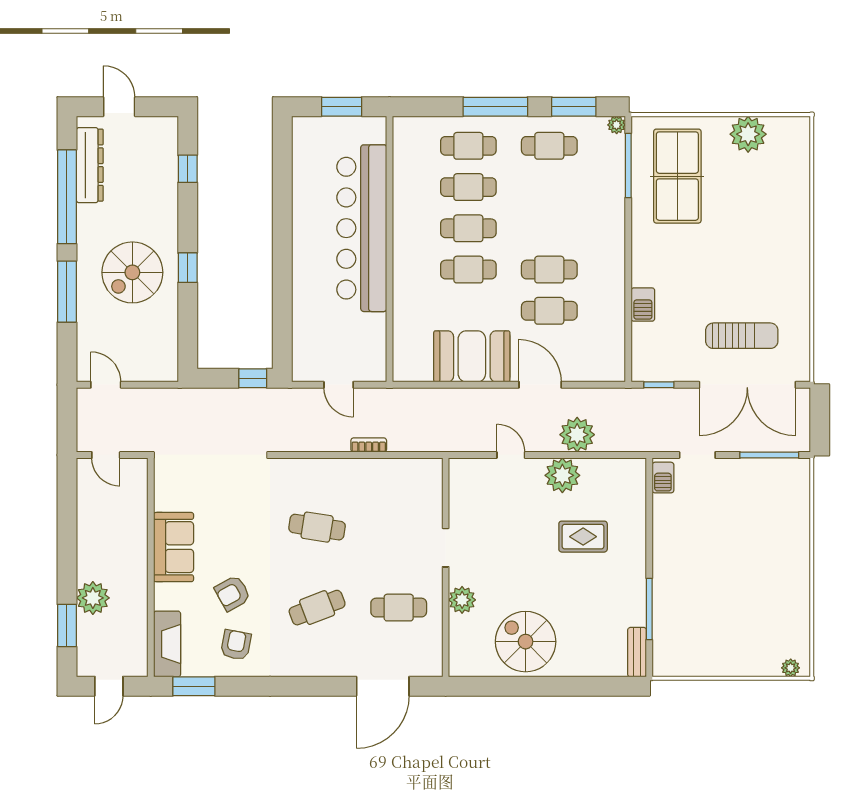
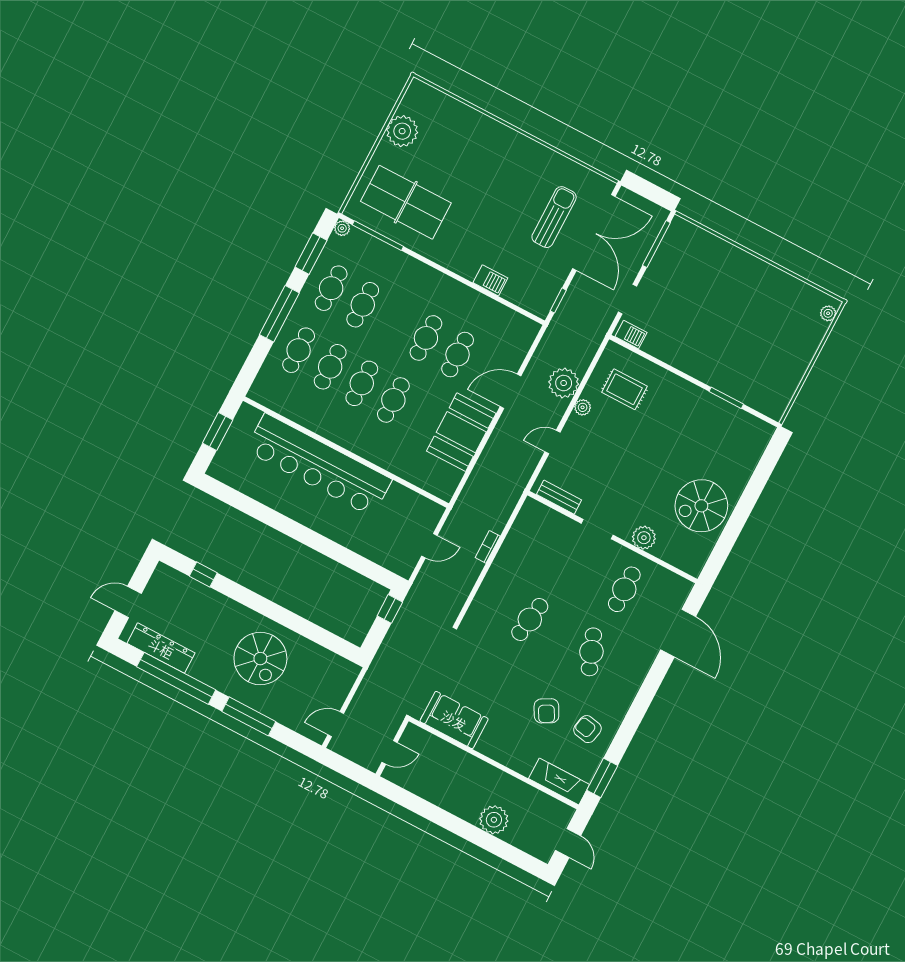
cafe table: (549, 187) -> (363, 305), added
window: (188, 268) -> (279, 614), removed
plant: (562, 475) -> (583, 407), width x0.53, depth x0.53
rug: (583, 537) -> (624, 389), moved, turned 90
sofa: (174, 547) -> (454, 720), moved
window: (649, 609) -> (726, 398), width x0.69
window: (67, 625) -> (505, 851), removed
bench: (637, 652) -> (559, 497), moved

